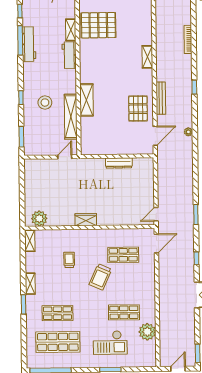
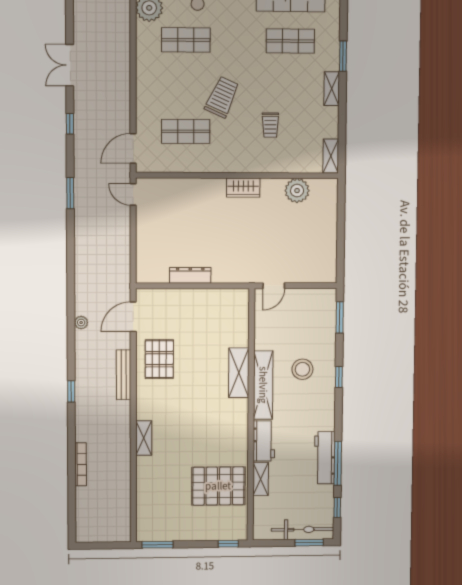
shelving: (71, 117) -> (263, 385), moved
door: (156, 214) -> (133, 195), swing flipped
plant: (39, 219) -> (297, 191), moved

